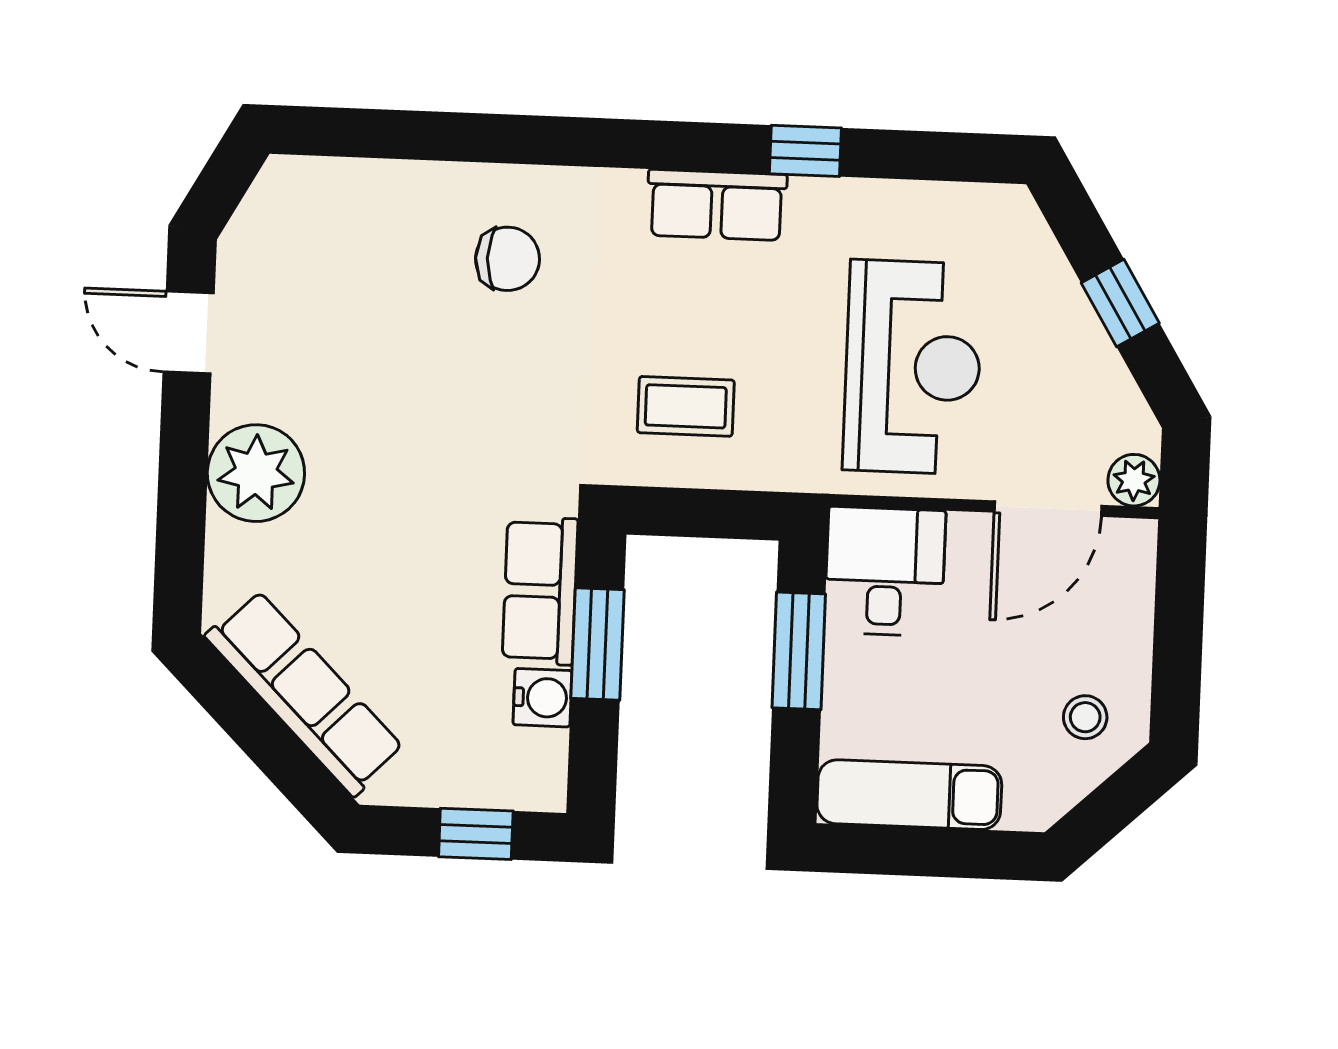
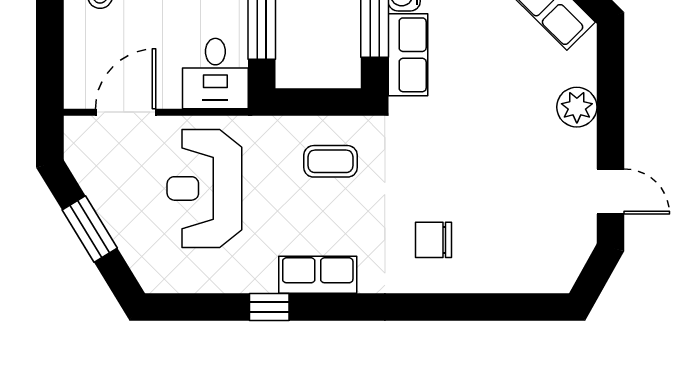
window: (1120, 303) -> (90, 229), width x1.50
plant: (256, 473) -> (577, 107), width x0.73, depth x0.73
plant: (1134, 480) -> (78, 130), removed

